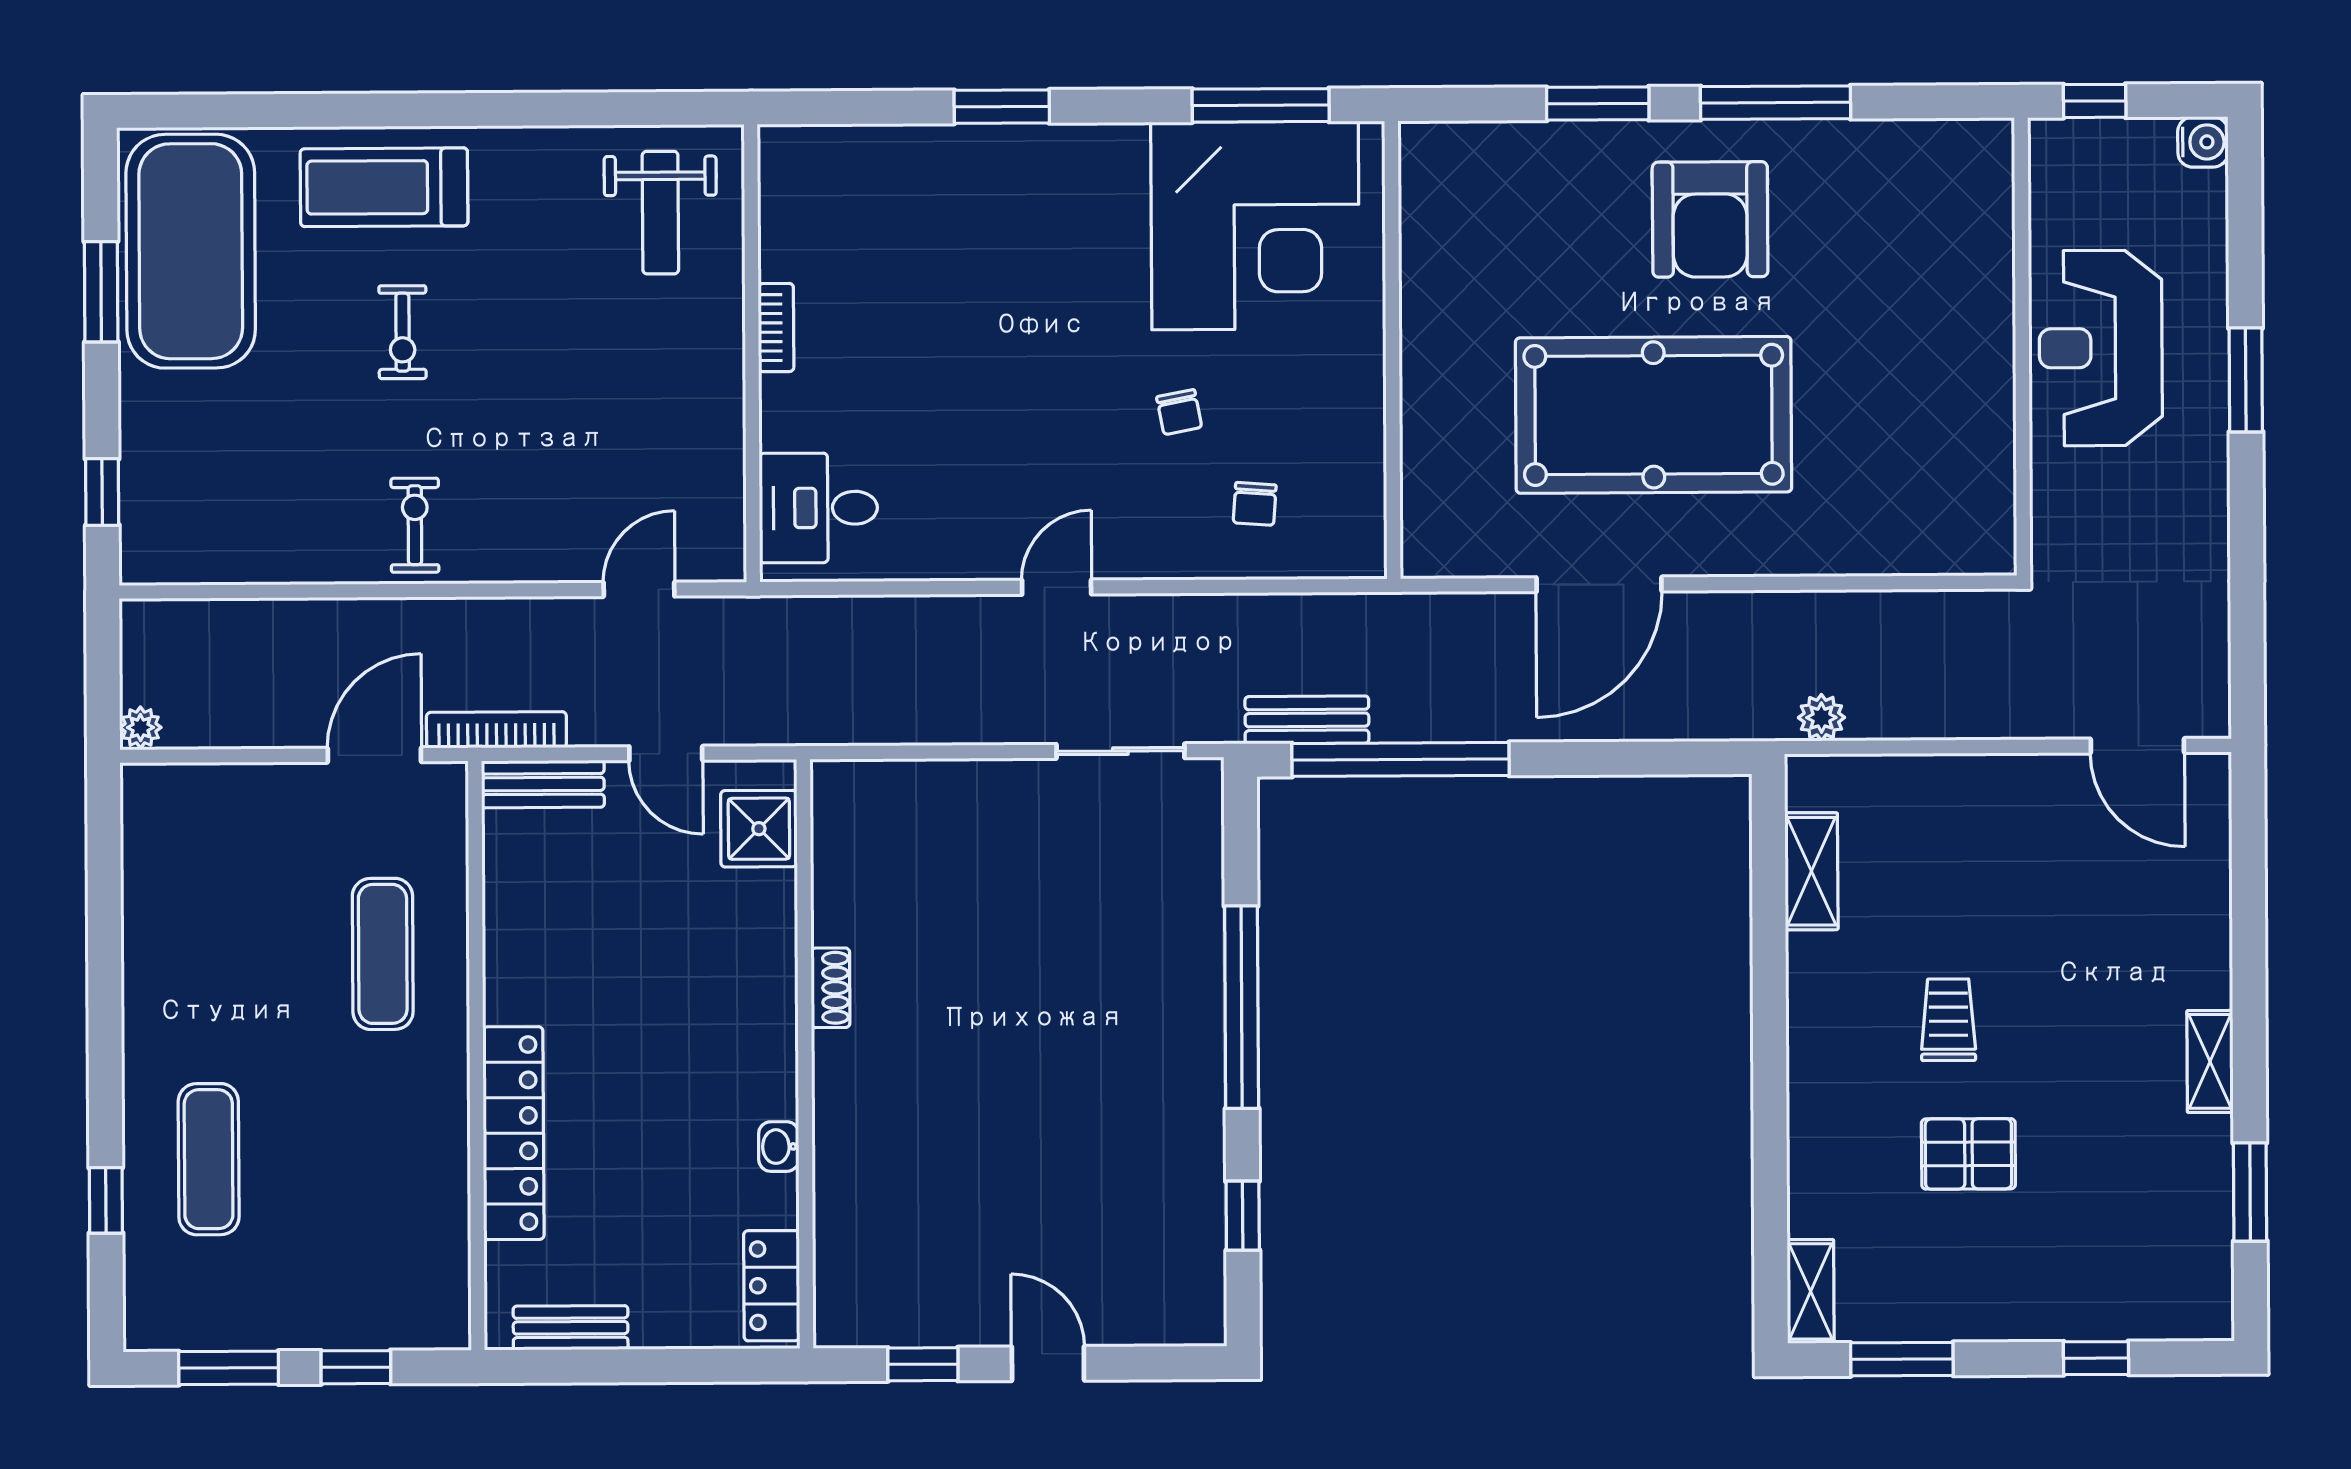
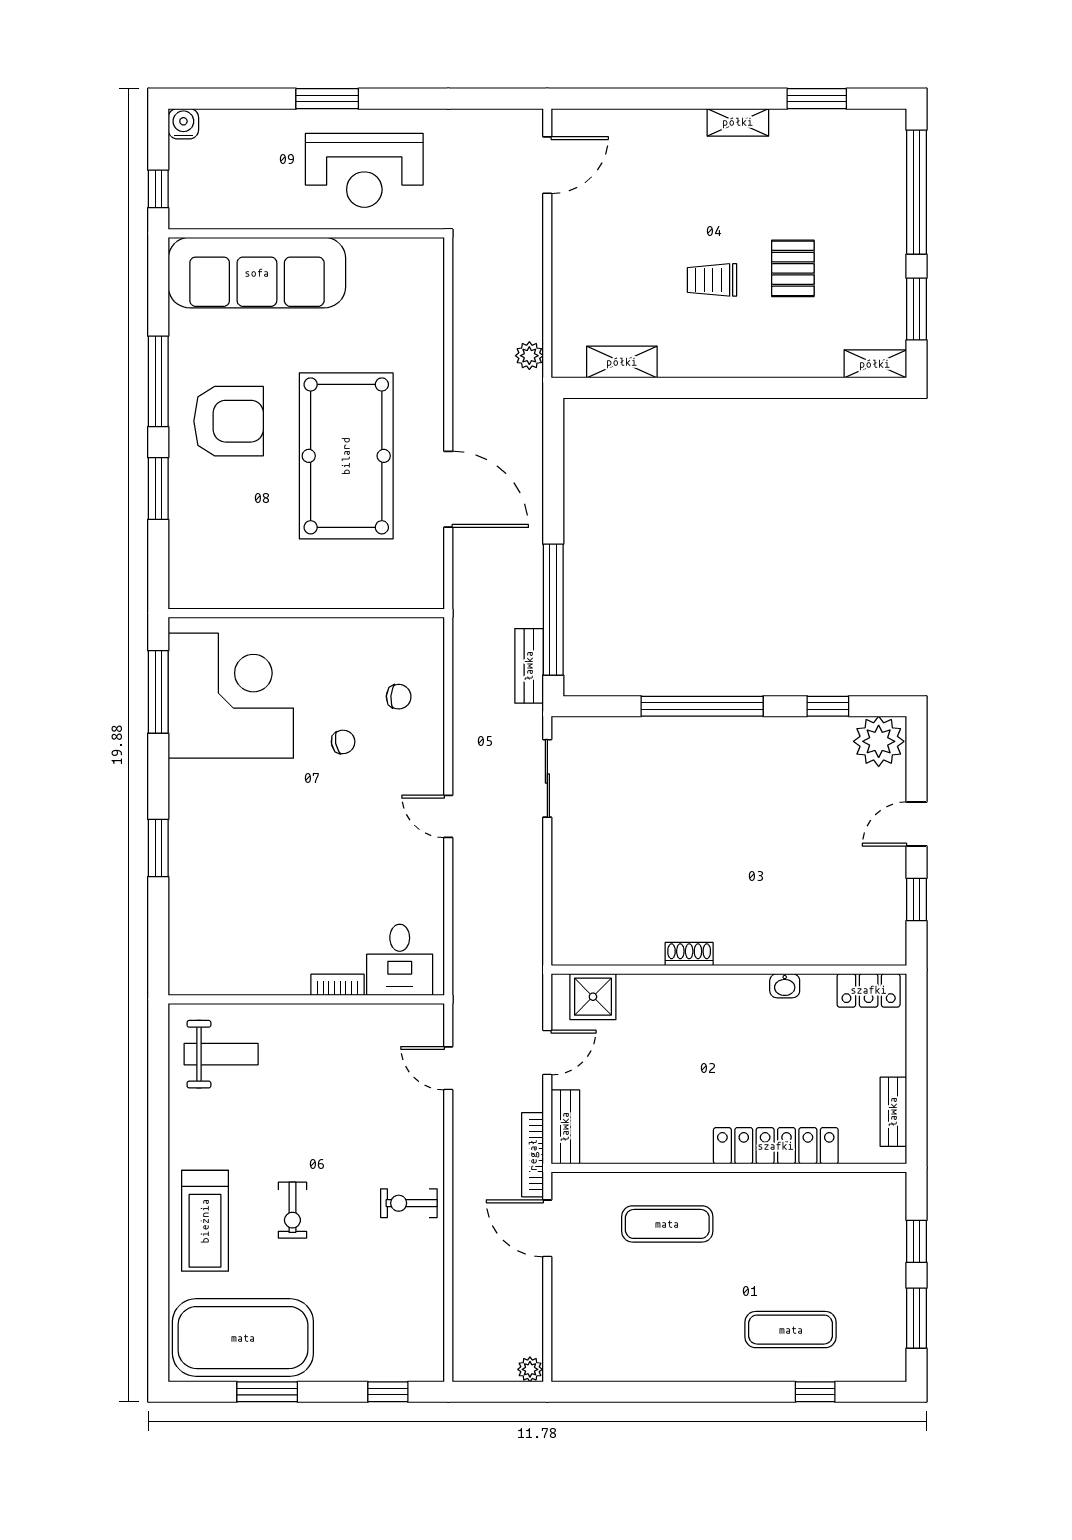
sofa: (1957, 265) -> (257, 273), added
bookcase: (776, 328) -> (337, 985), moved
exercise bike: (403, 332) -> (292, 1210), turned 90
reception desk: (2101, 348) -> (364, 170), moved
plant: (1185, 1300) -> (879, 741), added
window: (2096, 1358) -> (916, 192), width x3.17

